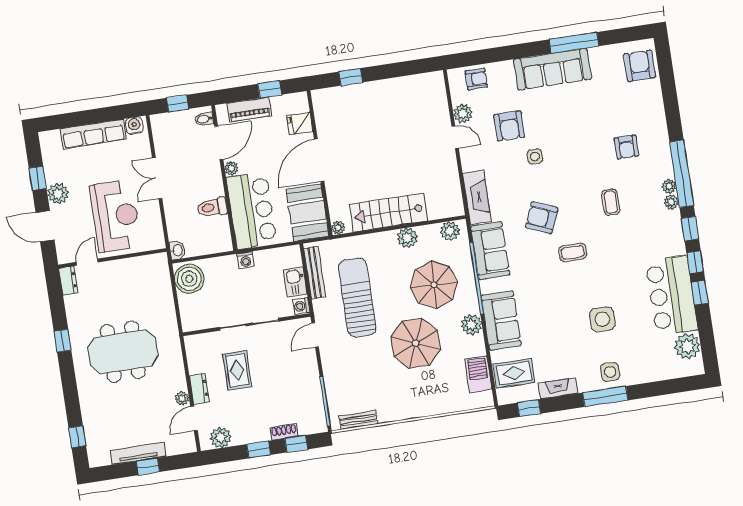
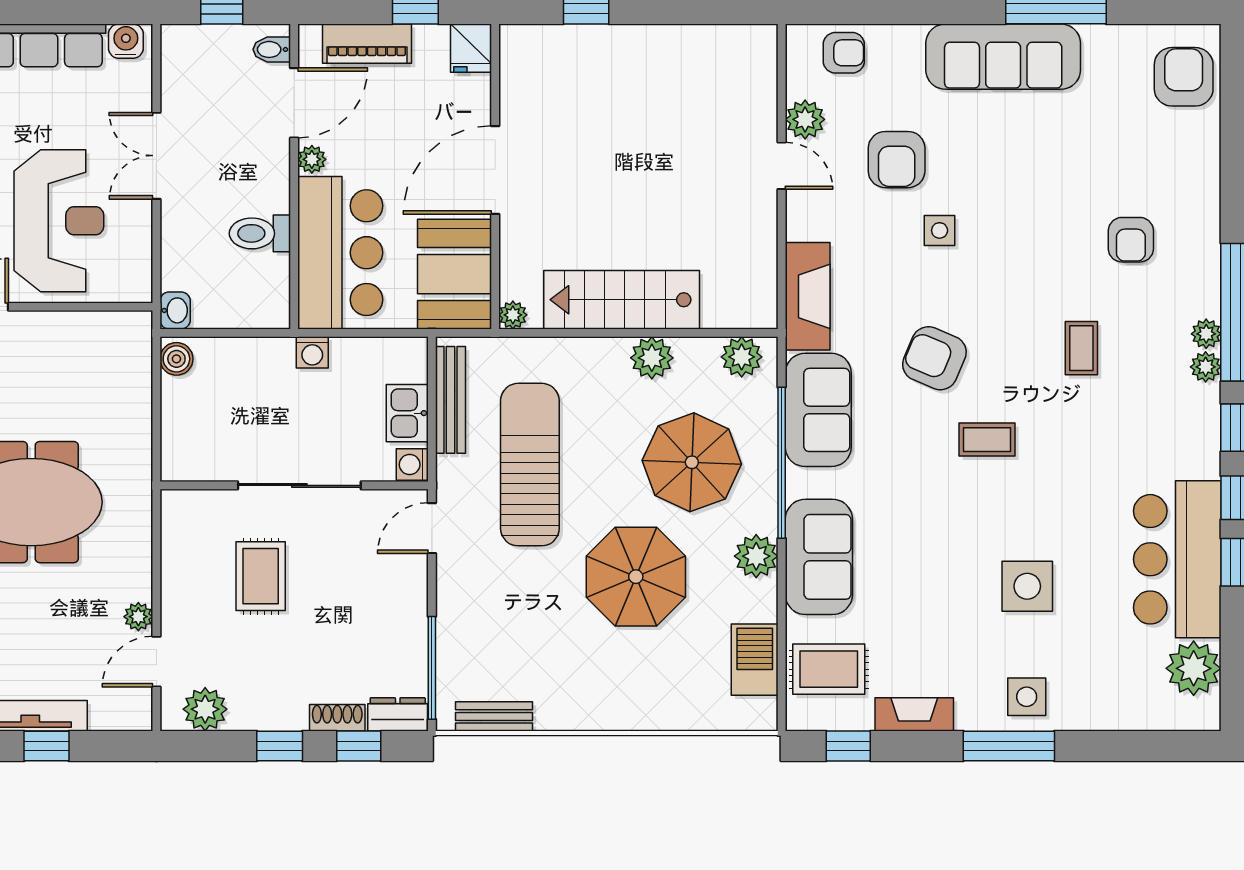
fridge: (300, 123) -> (471, 48), moved, turned -90
boiler: (189, 279) -> (176, 359), width x0.54, depth x0.54
dresser: (199, 389) -> (398, 714), moved, turned -90

